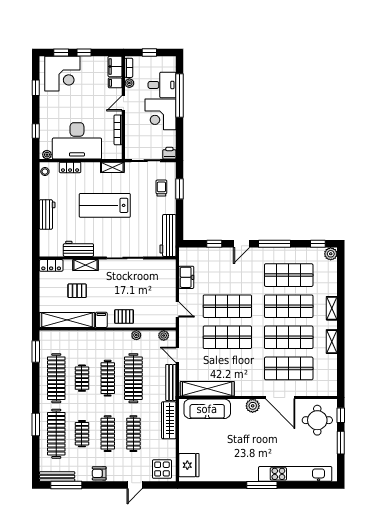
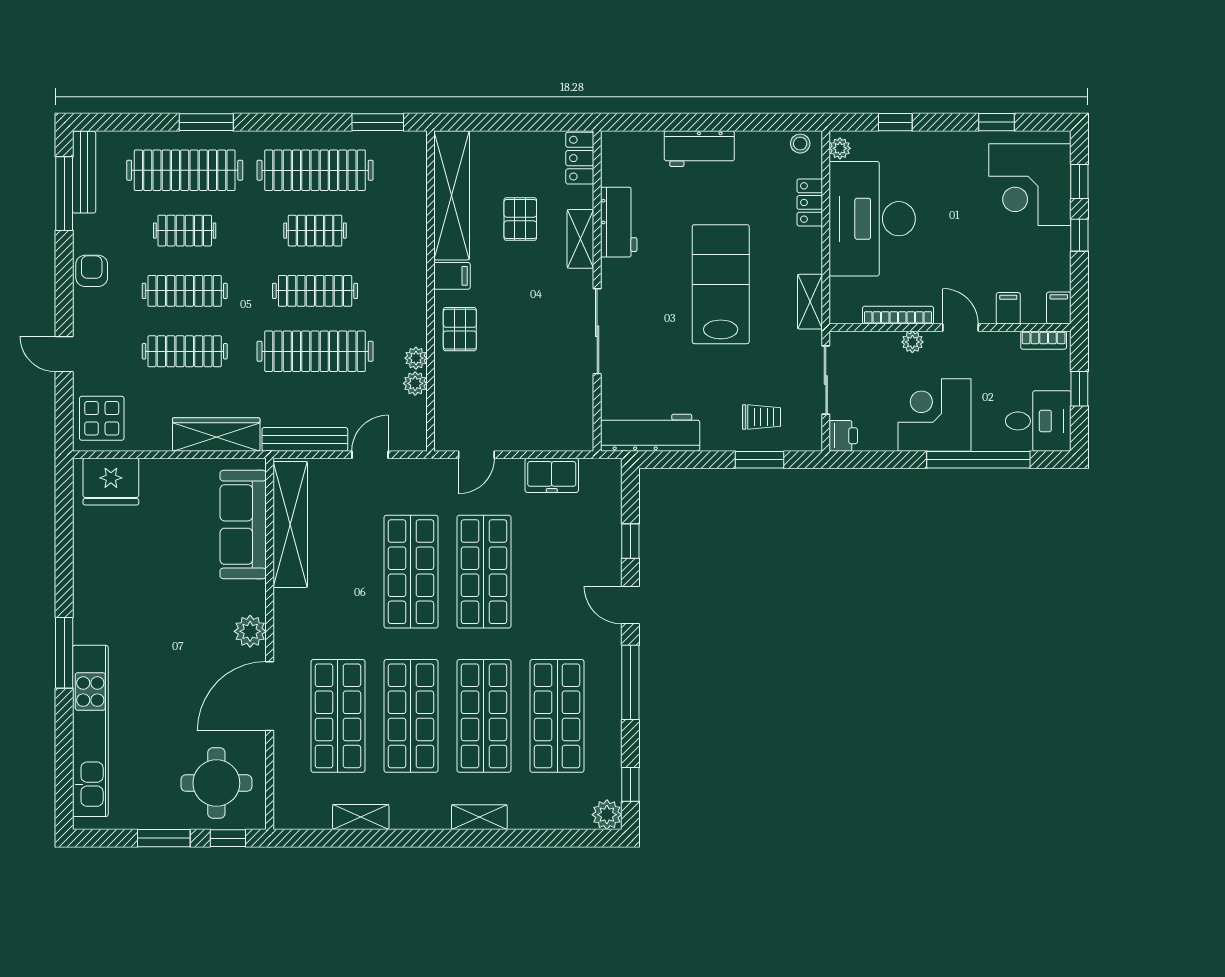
filing cabinet: (115, 67) -> (1059, 308), width x0.50
plant: (129, 83) -> (912, 342), moved
desk: (162, 85) -> (1038, 421), moved, turned -90
plant: (164, 336) -> (415, 383), moved
shelving: (332, 342) -> (361, 817), moved

